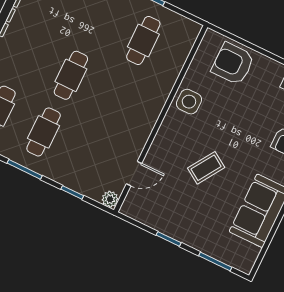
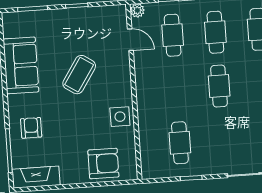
cafe table: (89, 154) -> (173, 35), added
coffee table: (206, 168) -> (79, 75), width x1.36, depth x1.30
door: (134, 174) -> (130, 40), swing flipped

